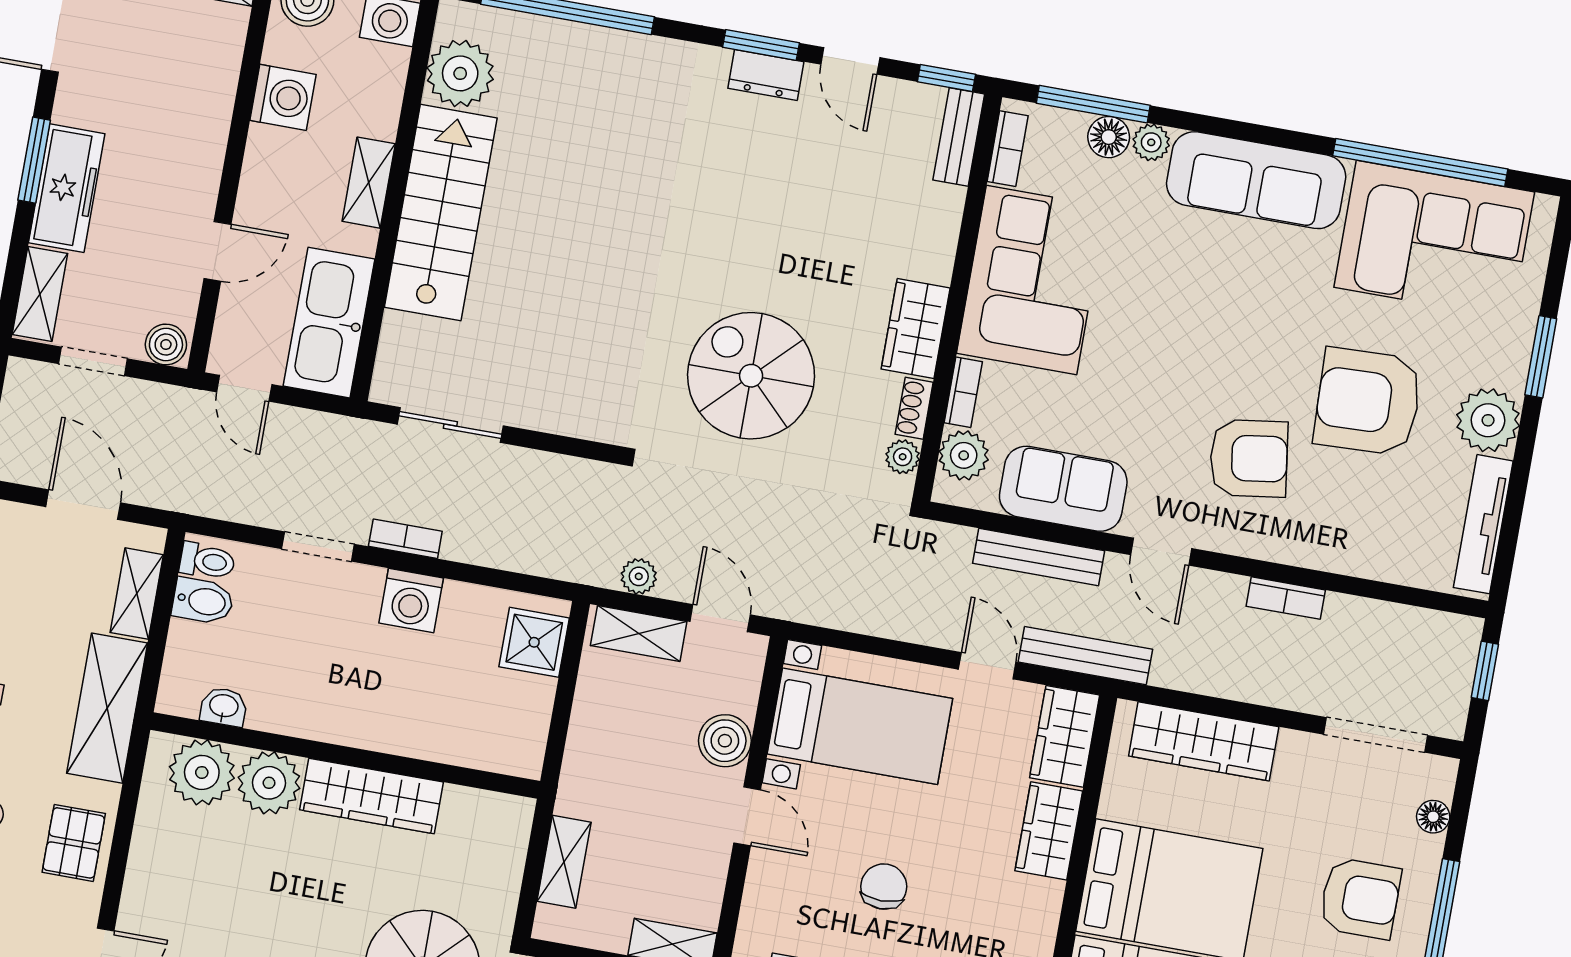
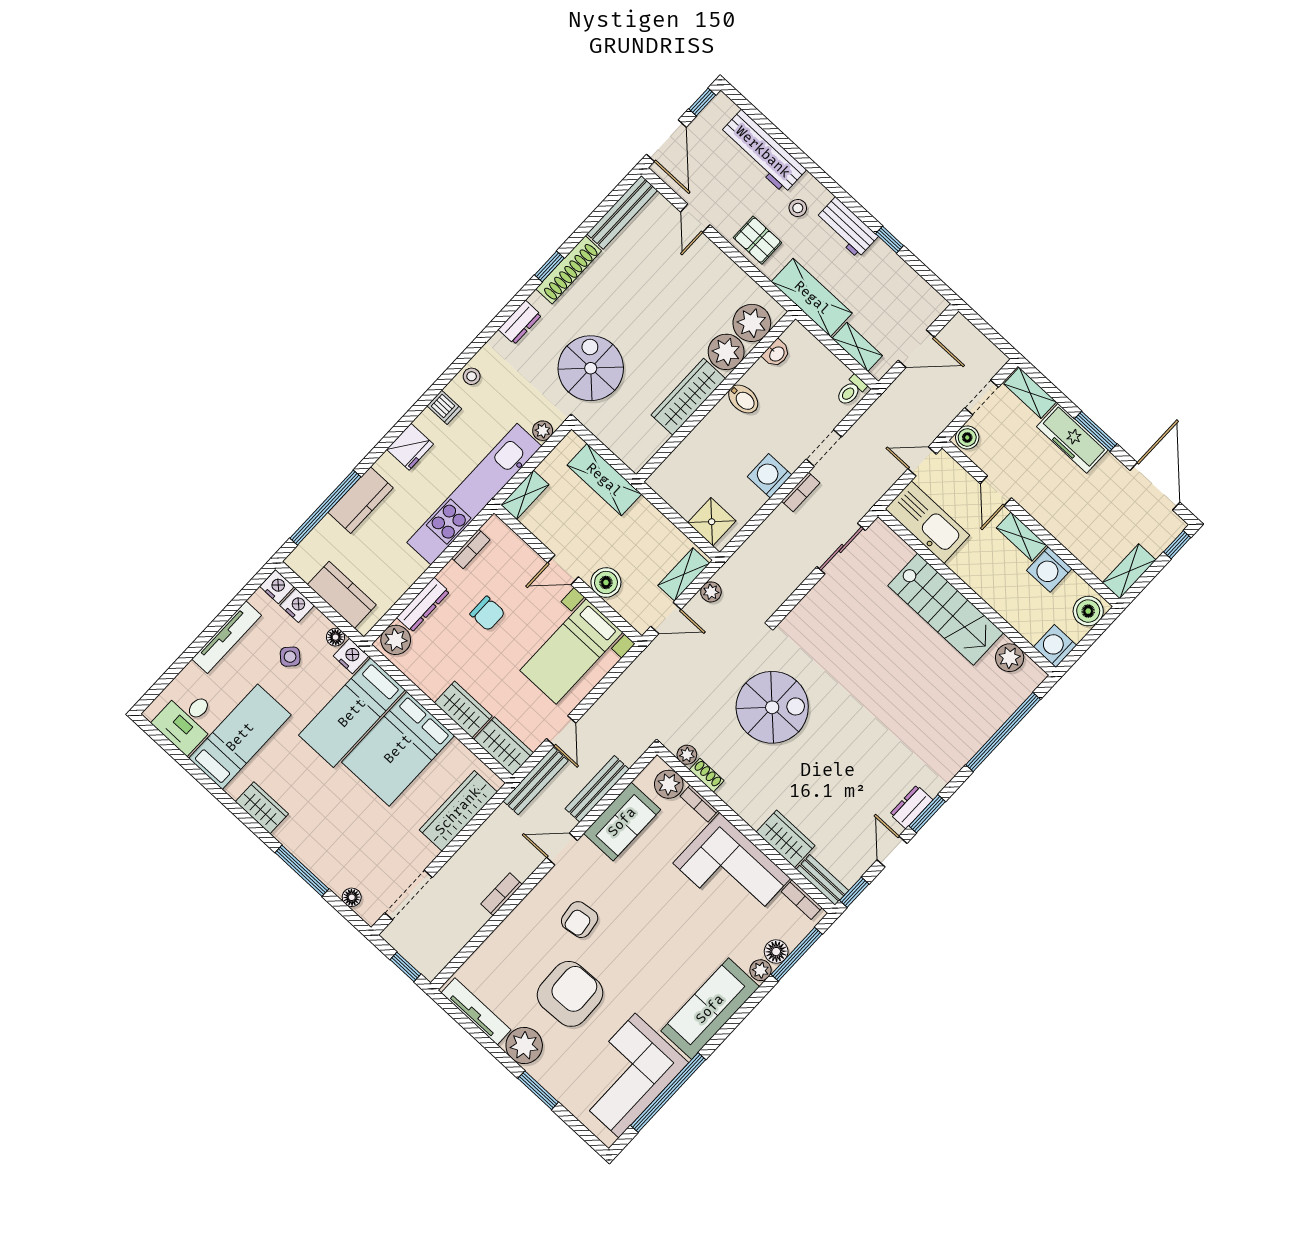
door: (850, 61) -> (892, 852), hinge flipped
plant: (460, 73) -> (1010, 658), width x0.73, depth x0.73
shelving: (369, 183) -> (1021, 537), moved
wardrobe: (916, 328) -> (786, 839), moved
armchair: (1249, 458) -> (580, 920), width x0.72, depth x0.72
bidet: (203, 601) -> (743, 399), moved, turned -90
door: (987, 666) -> (561, 731), hinge flipped
shelving: (564, 862) -> (604, 480), width x1.50, depth x1.33
armchair: (1360, 898) -> (335, 837), removed

